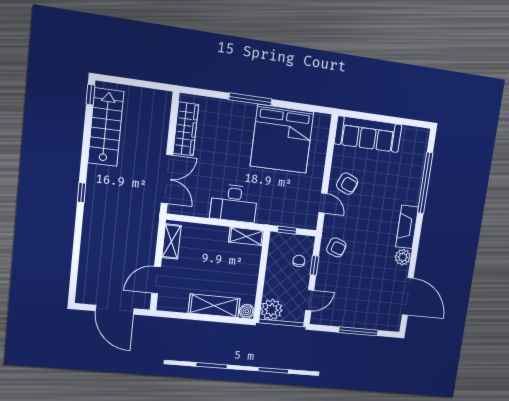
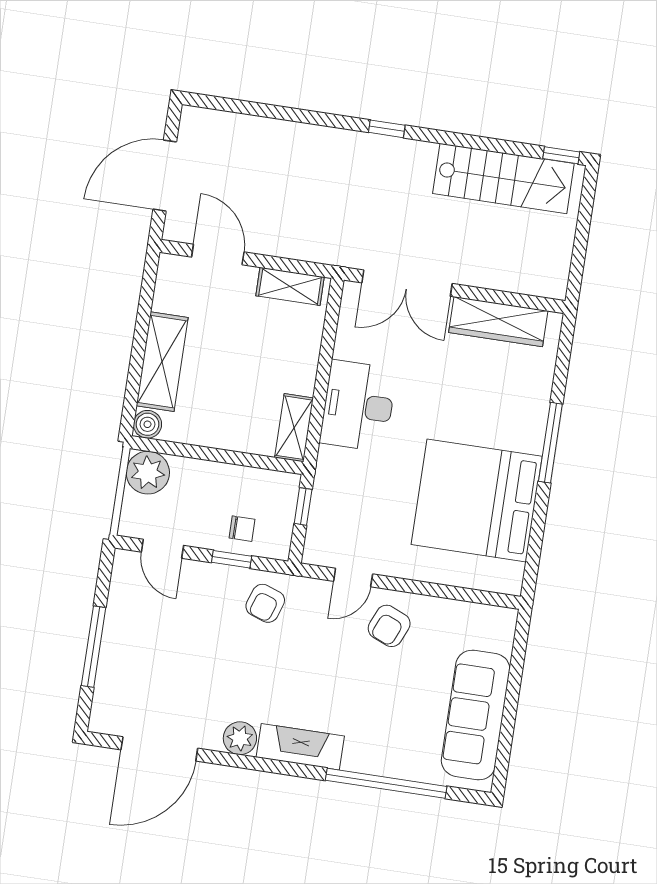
sofa: (368, 134) -> (476, 715), moved

